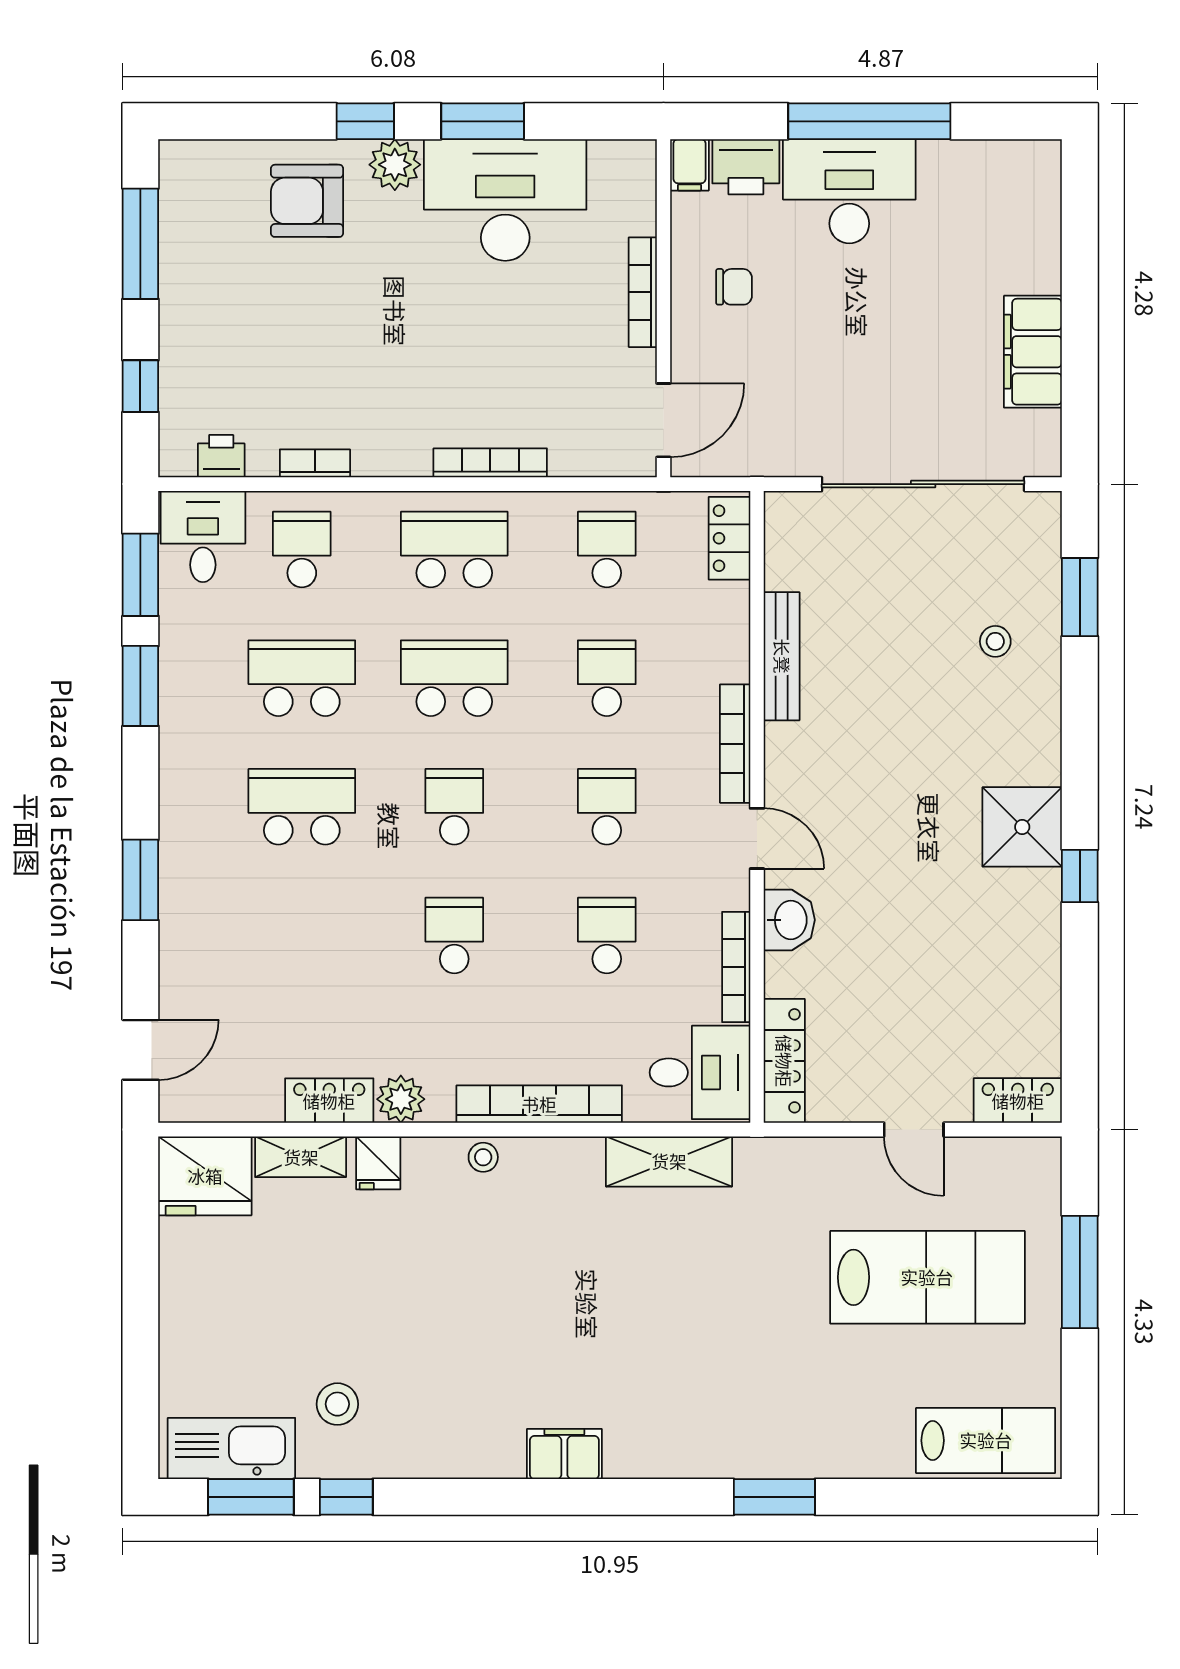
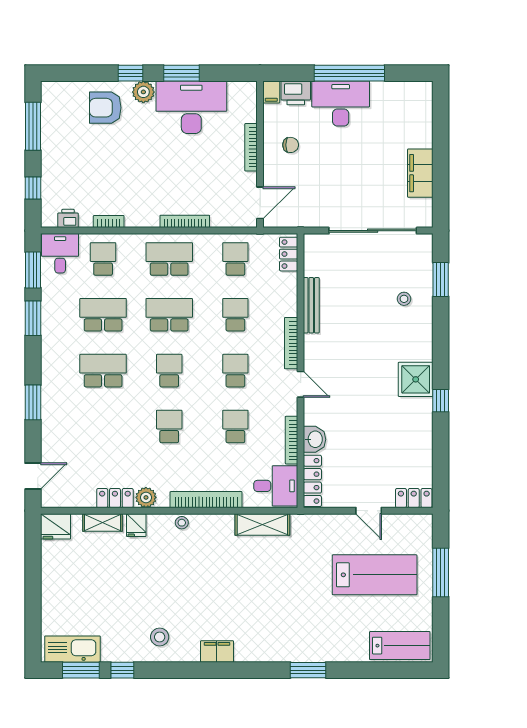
washbasin: (789, 920) -> (315, 439), moved
fridge: (205, 1176) -> (56, 526), width x0.73, depth x0.75
stool: (337, 1404) -> (160, 637), moved

